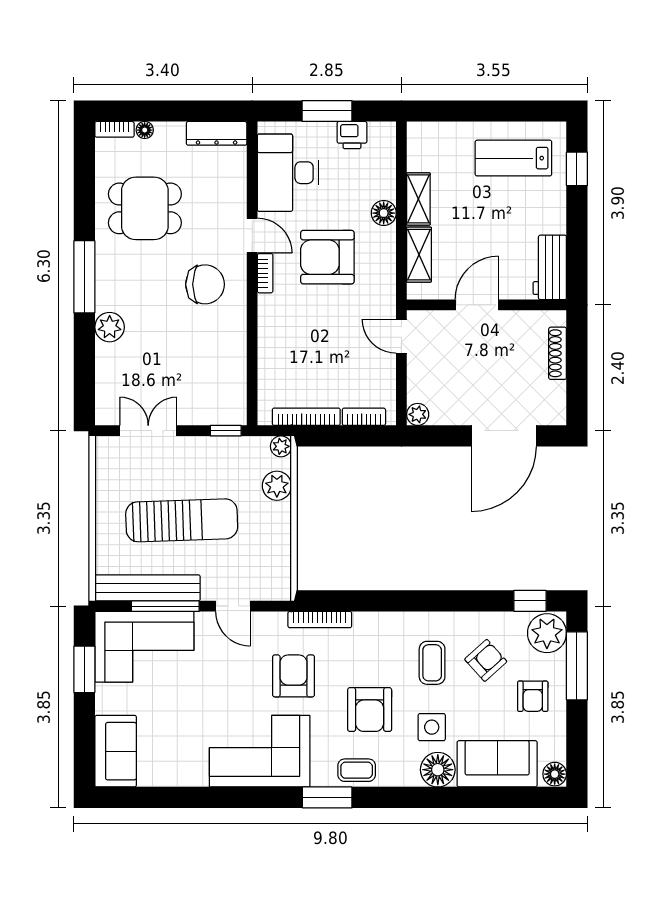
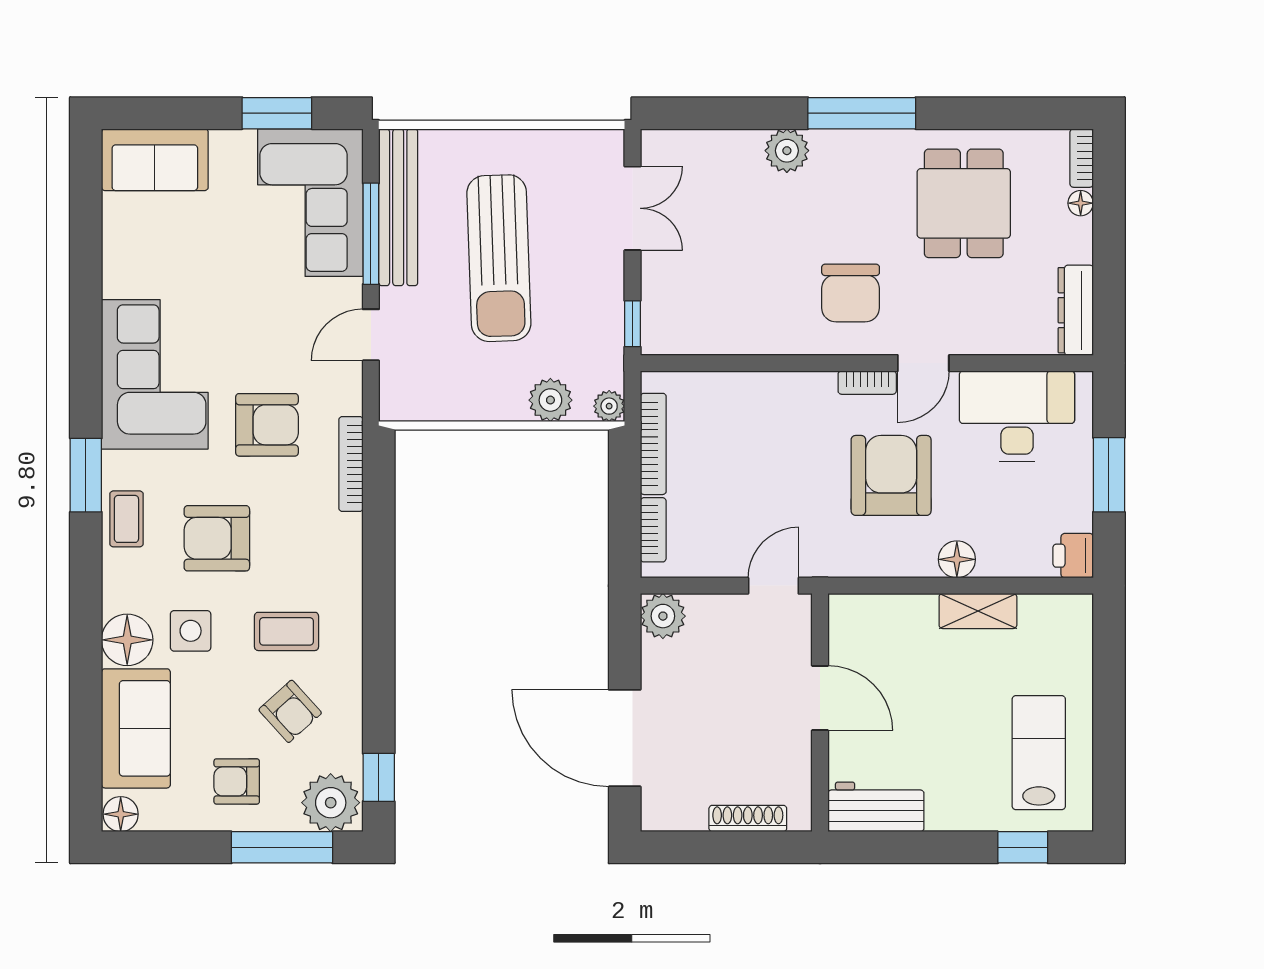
printer: (352, 135) -> (1073, 556), moved
shelving: (419, 255) -> (895, 612), removed
plant: (418, 414) -> (663, 616), width x1.38, depth x1.38

